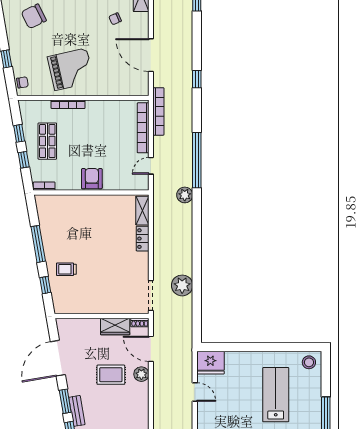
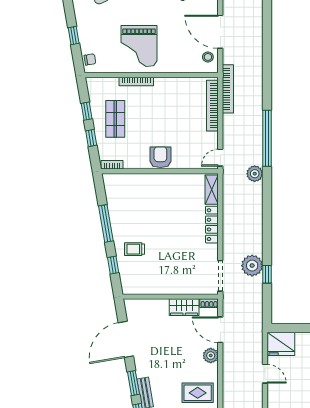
grand piano: (71, 69) -> (139, 46), turned 103
window: (197, 79) -> (267, 274), moved
stool: (139, 80) -> (208, 57), added
door: (151, 166) -> (220, 158), moved
locker: (143, 239) -> (212, 225), width x1.53
rug: (111, 375) -> (198, 393), moved

